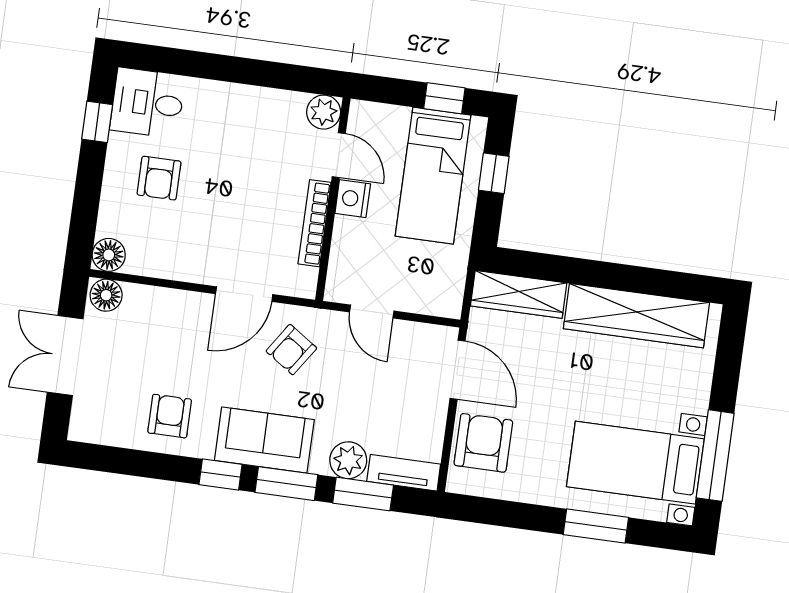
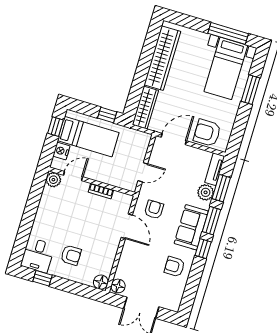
window: (494, 173) -> (107, 115), moved
nightstand: (353, 199) -> (61, 151), moved, turned 90
bookcase: (315, 223) -> (101, 191), width x0.64
armchair: (291, 350) -> (154, 210), turned -124

